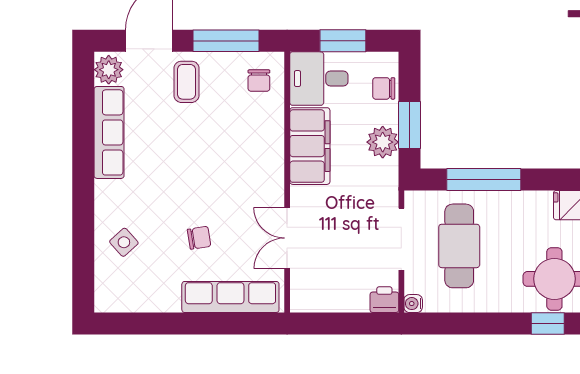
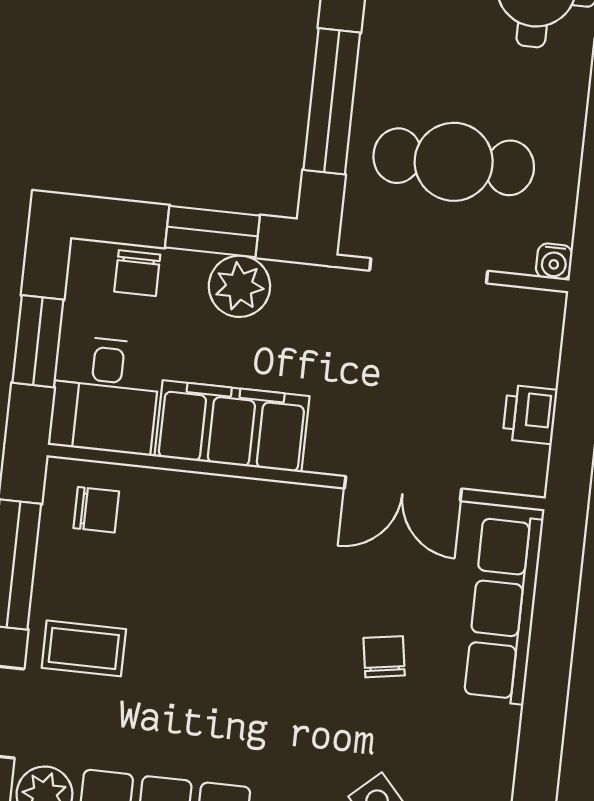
printer: (384, 300) -> (530, 415), moved

